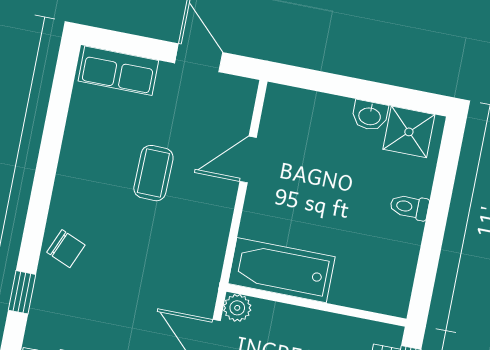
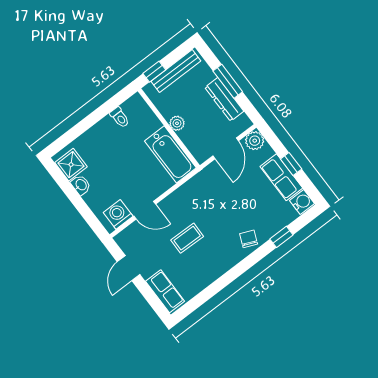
washing machine: (280, 121) -> (118, 214), added
toilet: (409, 207) -> (120, 117), moved
plant: (237, 308) -> (177, 123), moved

